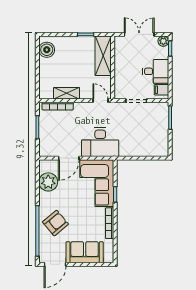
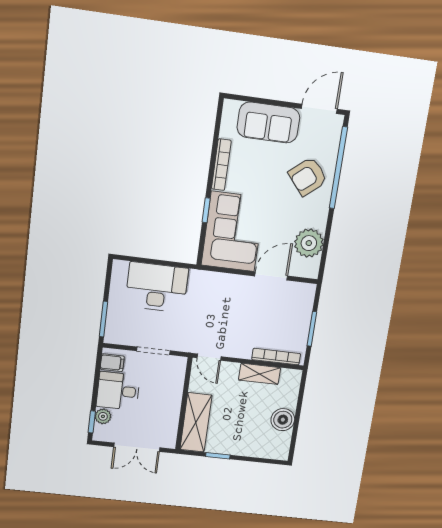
plant: (163, 41) -> (103, 416), moved
boiler: (47, 50) -> (283, 420), moved
desk: (100, 142) -> (157, 287), moved

